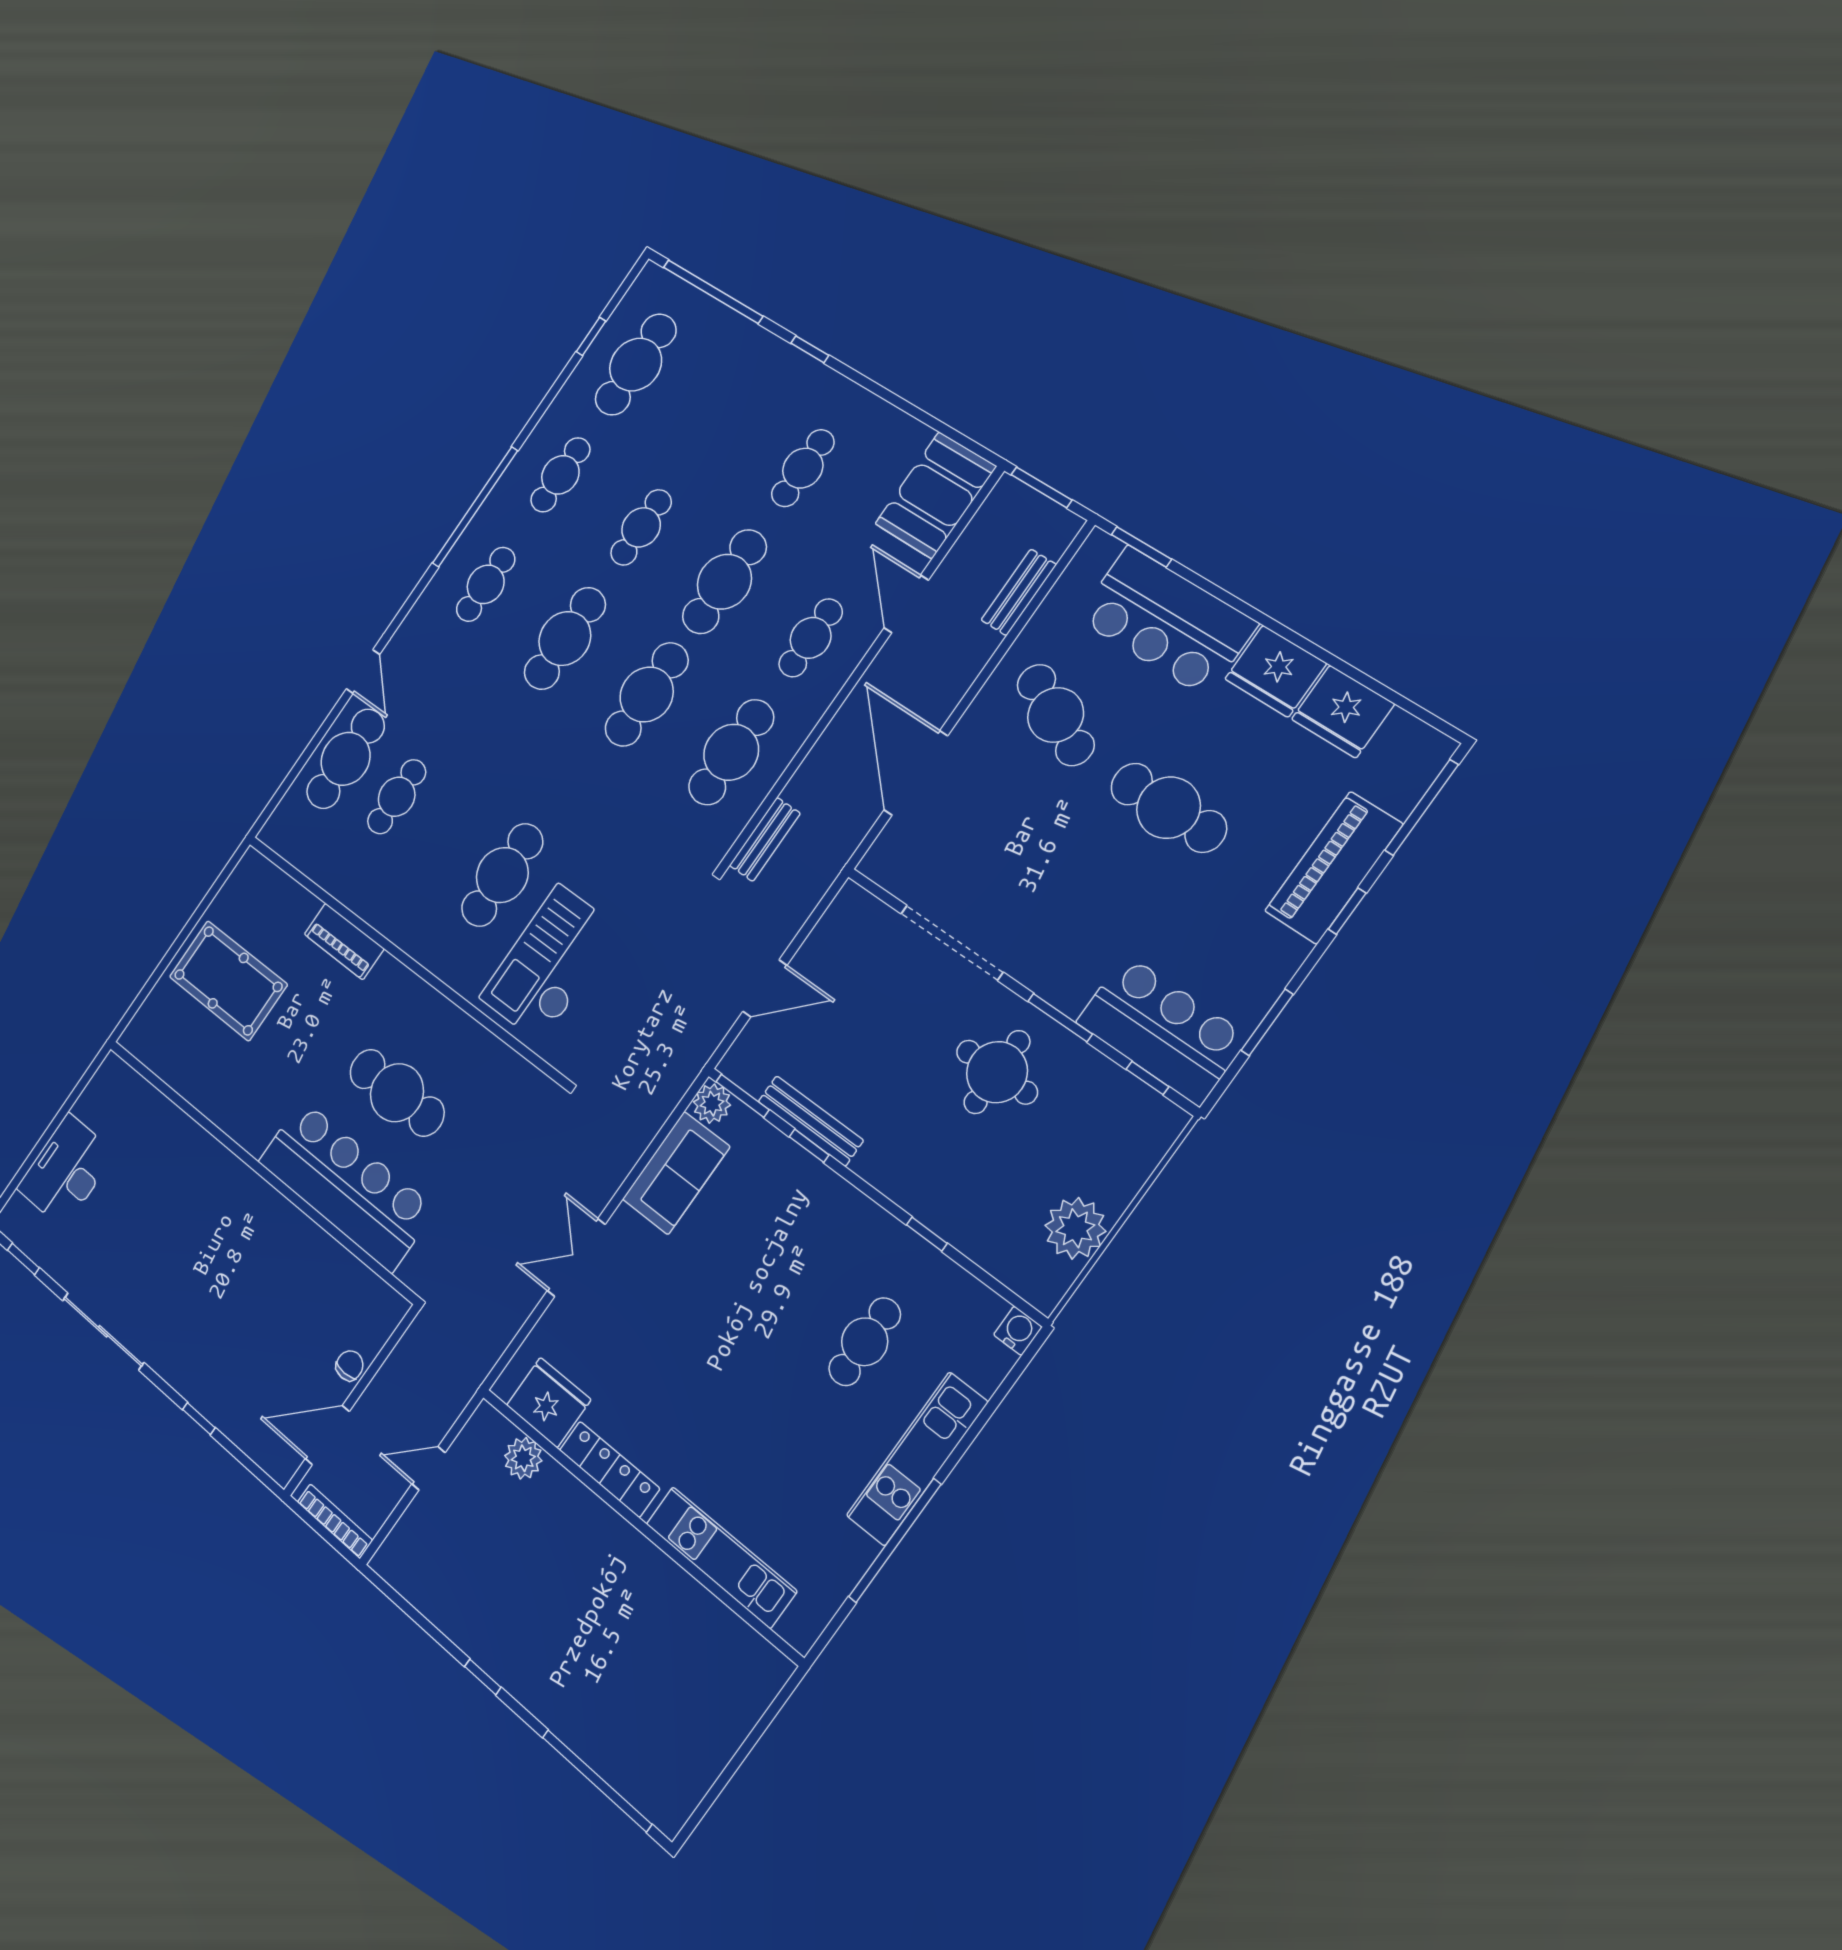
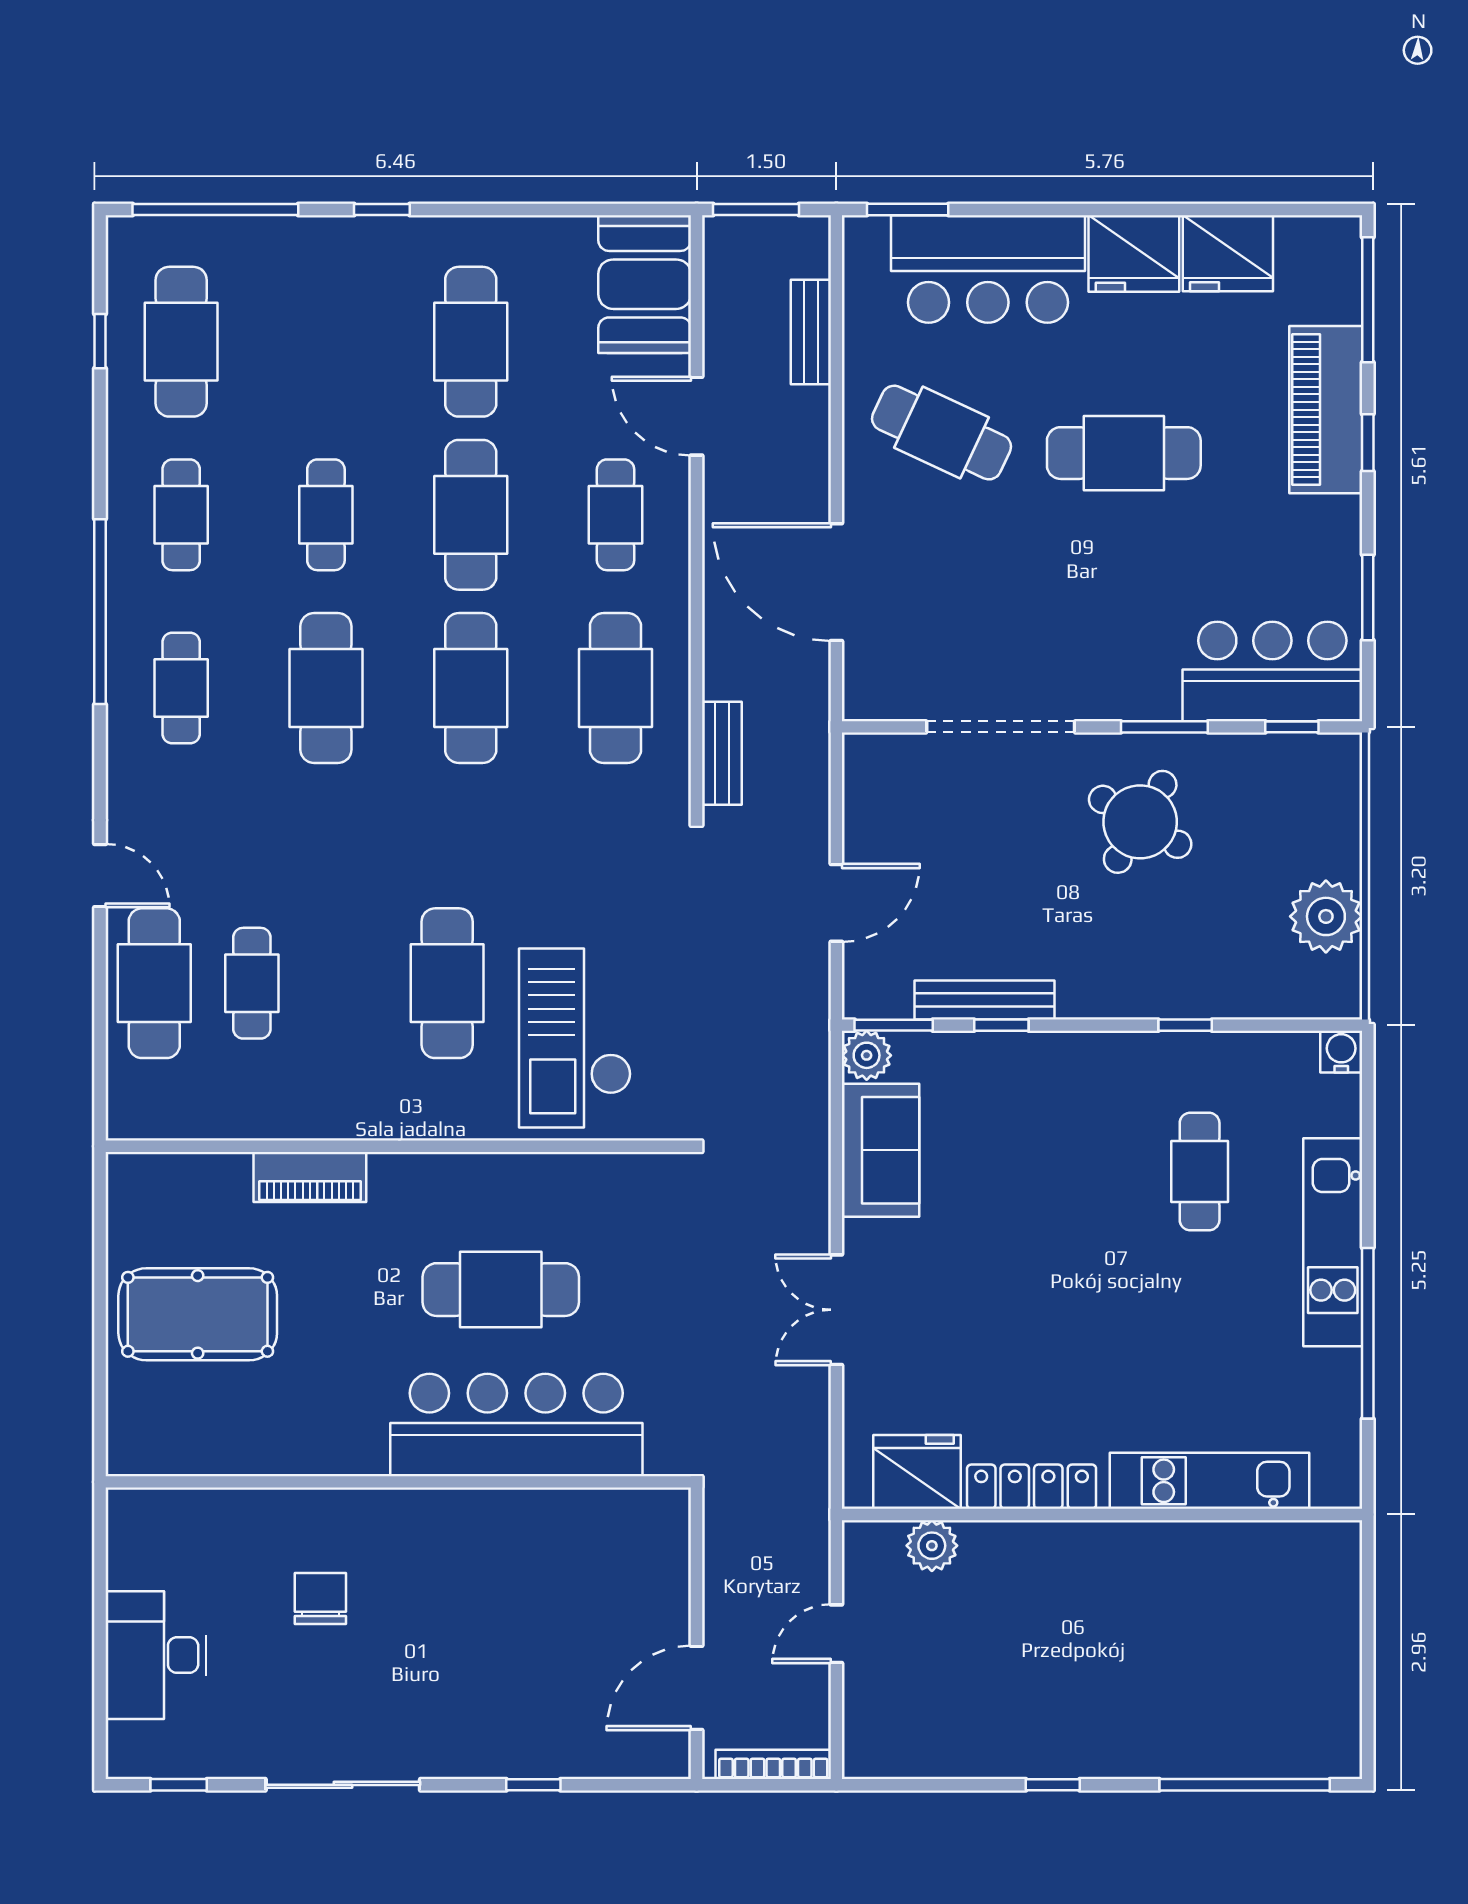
cafe table: (803, 468) -> (471, 342), width x1.37, depth x1.35
round table: (997, 1072) -> (1140, 822), turned 31
chair: (350, 1366) -> (320, 1598), moved, width x1.37, depth x1.37

